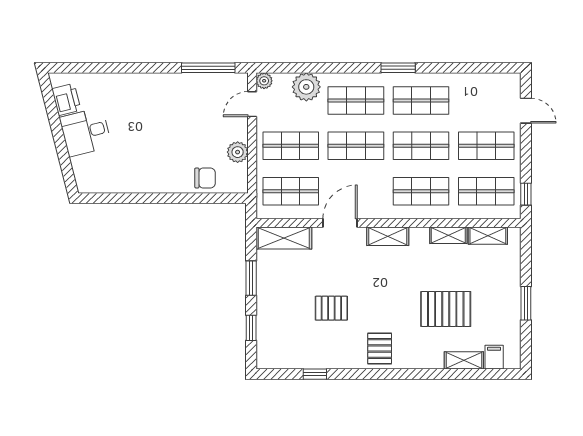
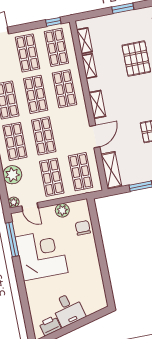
corner desk: (176, 108) -> (42, 255), added
door: (340, 223) -> (95, 136), swing flipped

